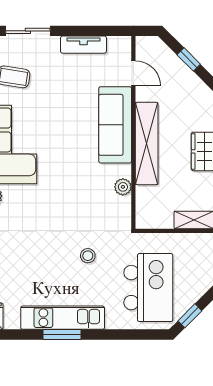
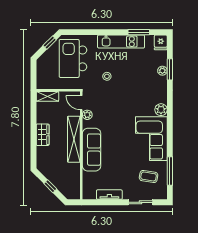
door: (133, 73) -> (81, 103), moved
window: (62, 334) -> (139, 32), moved

